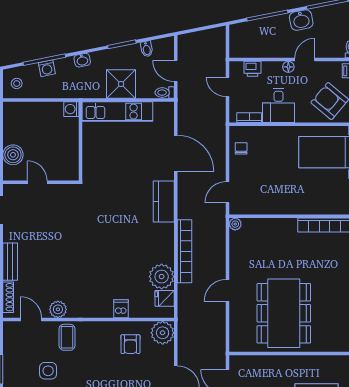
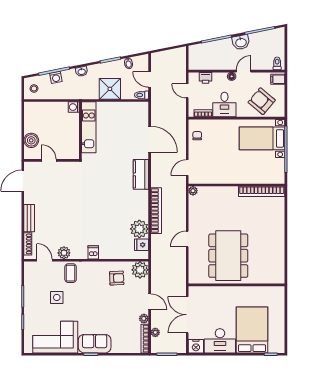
kitchen unit: (117, 112) -> (89, 127), moved, turned -90
dishwasher: (121, 309) -> (93, 252), moved
armchair: (130, 344) -> (117, 278), turned -93

